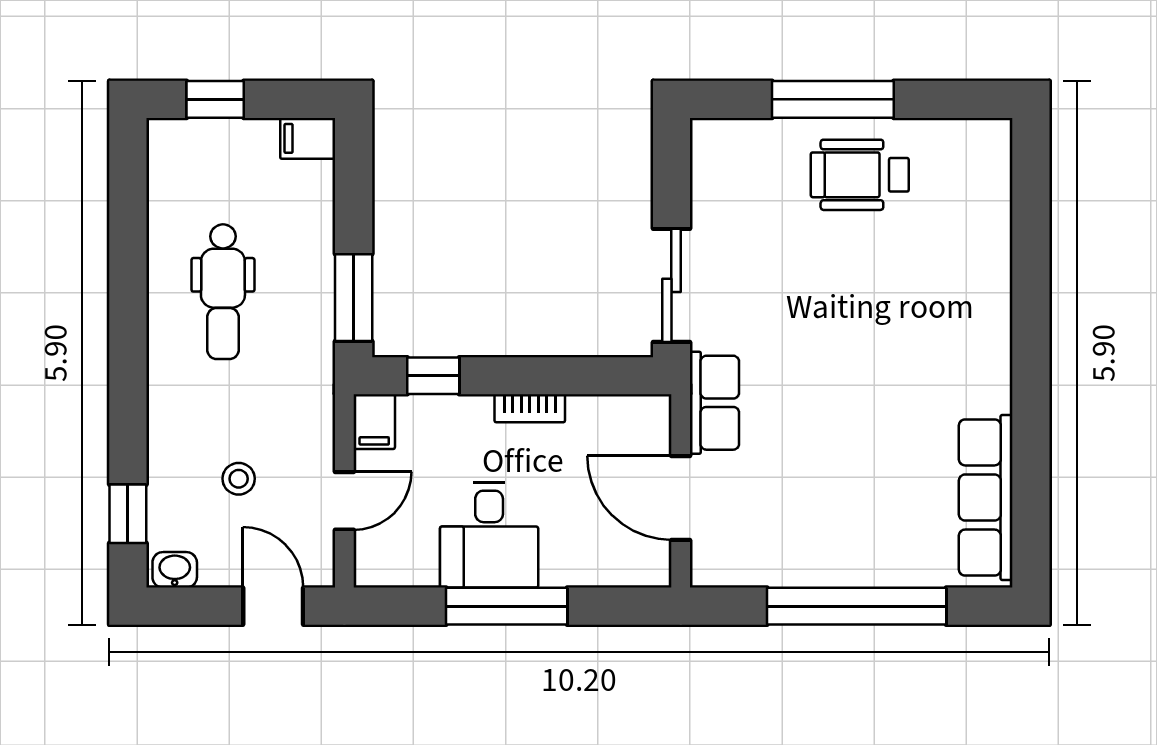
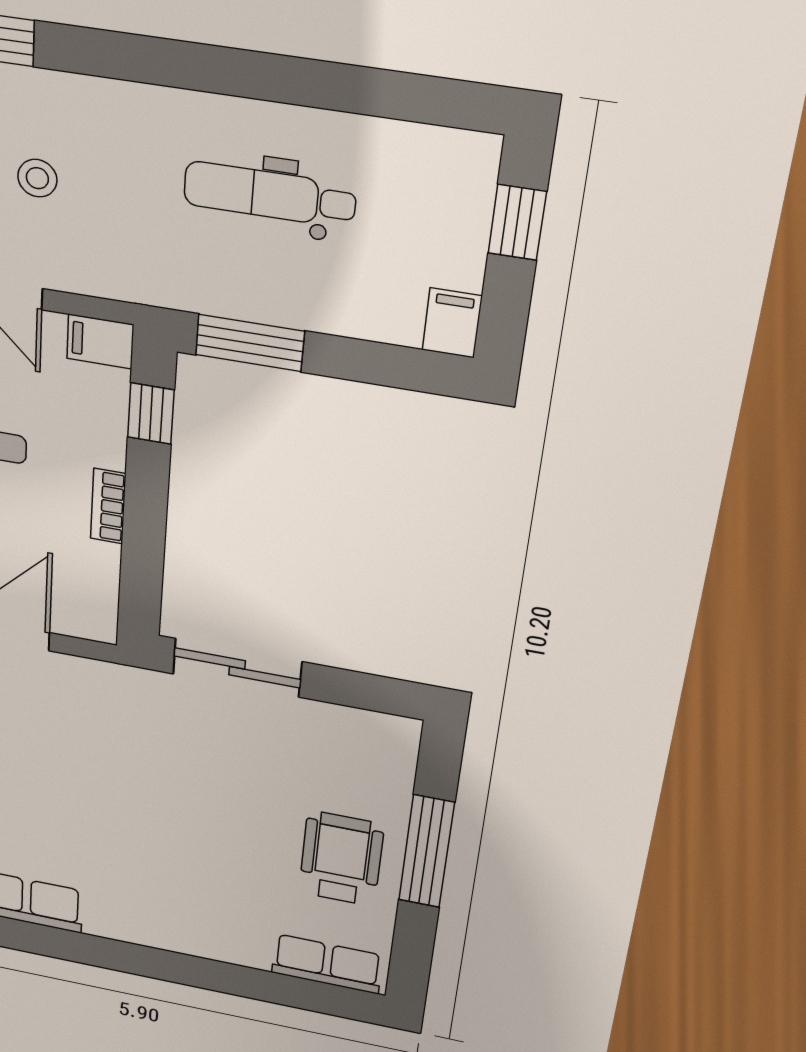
row of seats: (714, 403) -> (327, 964), moved, turned 180

